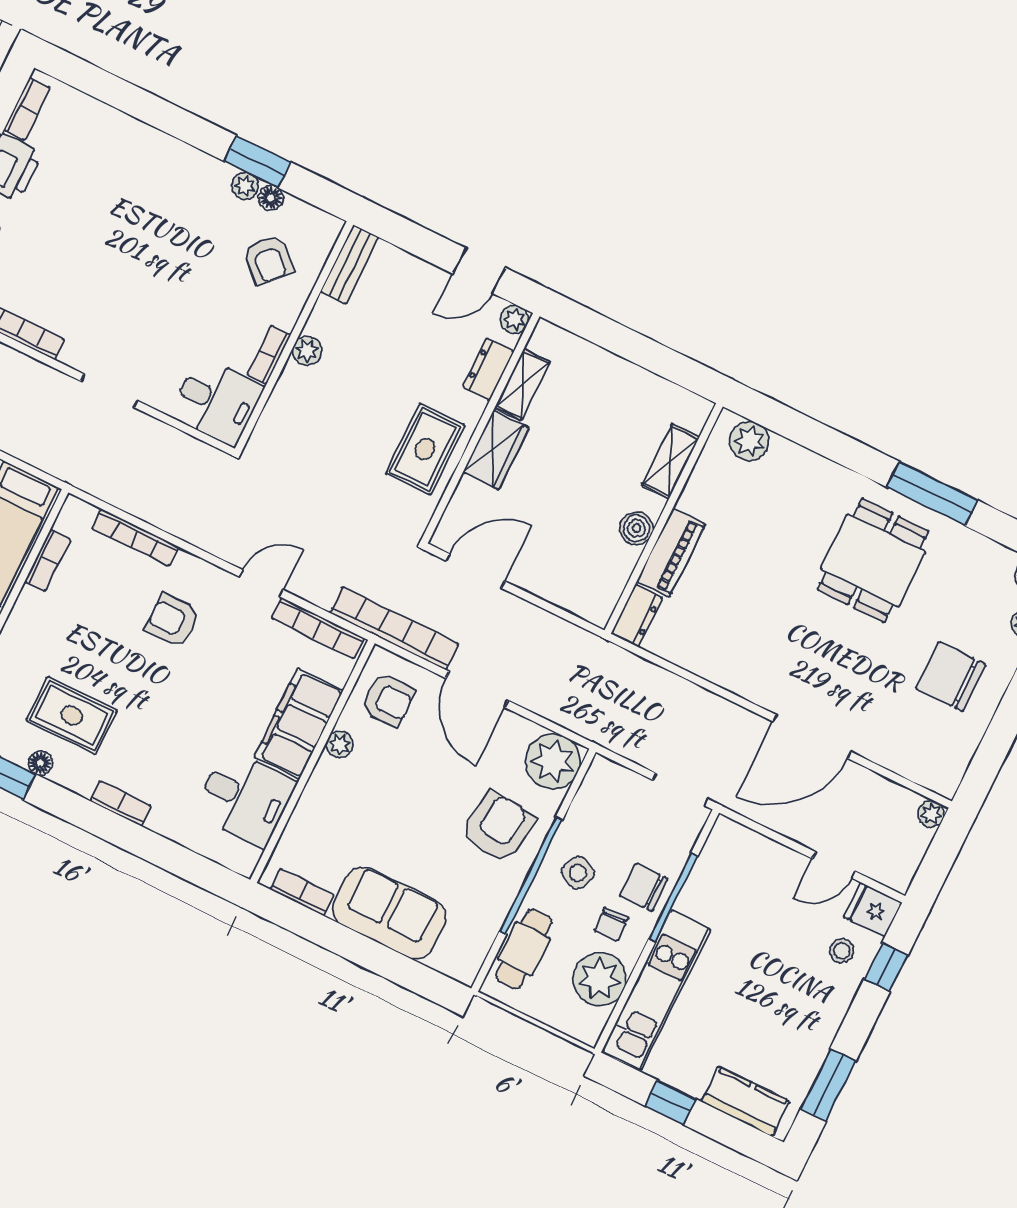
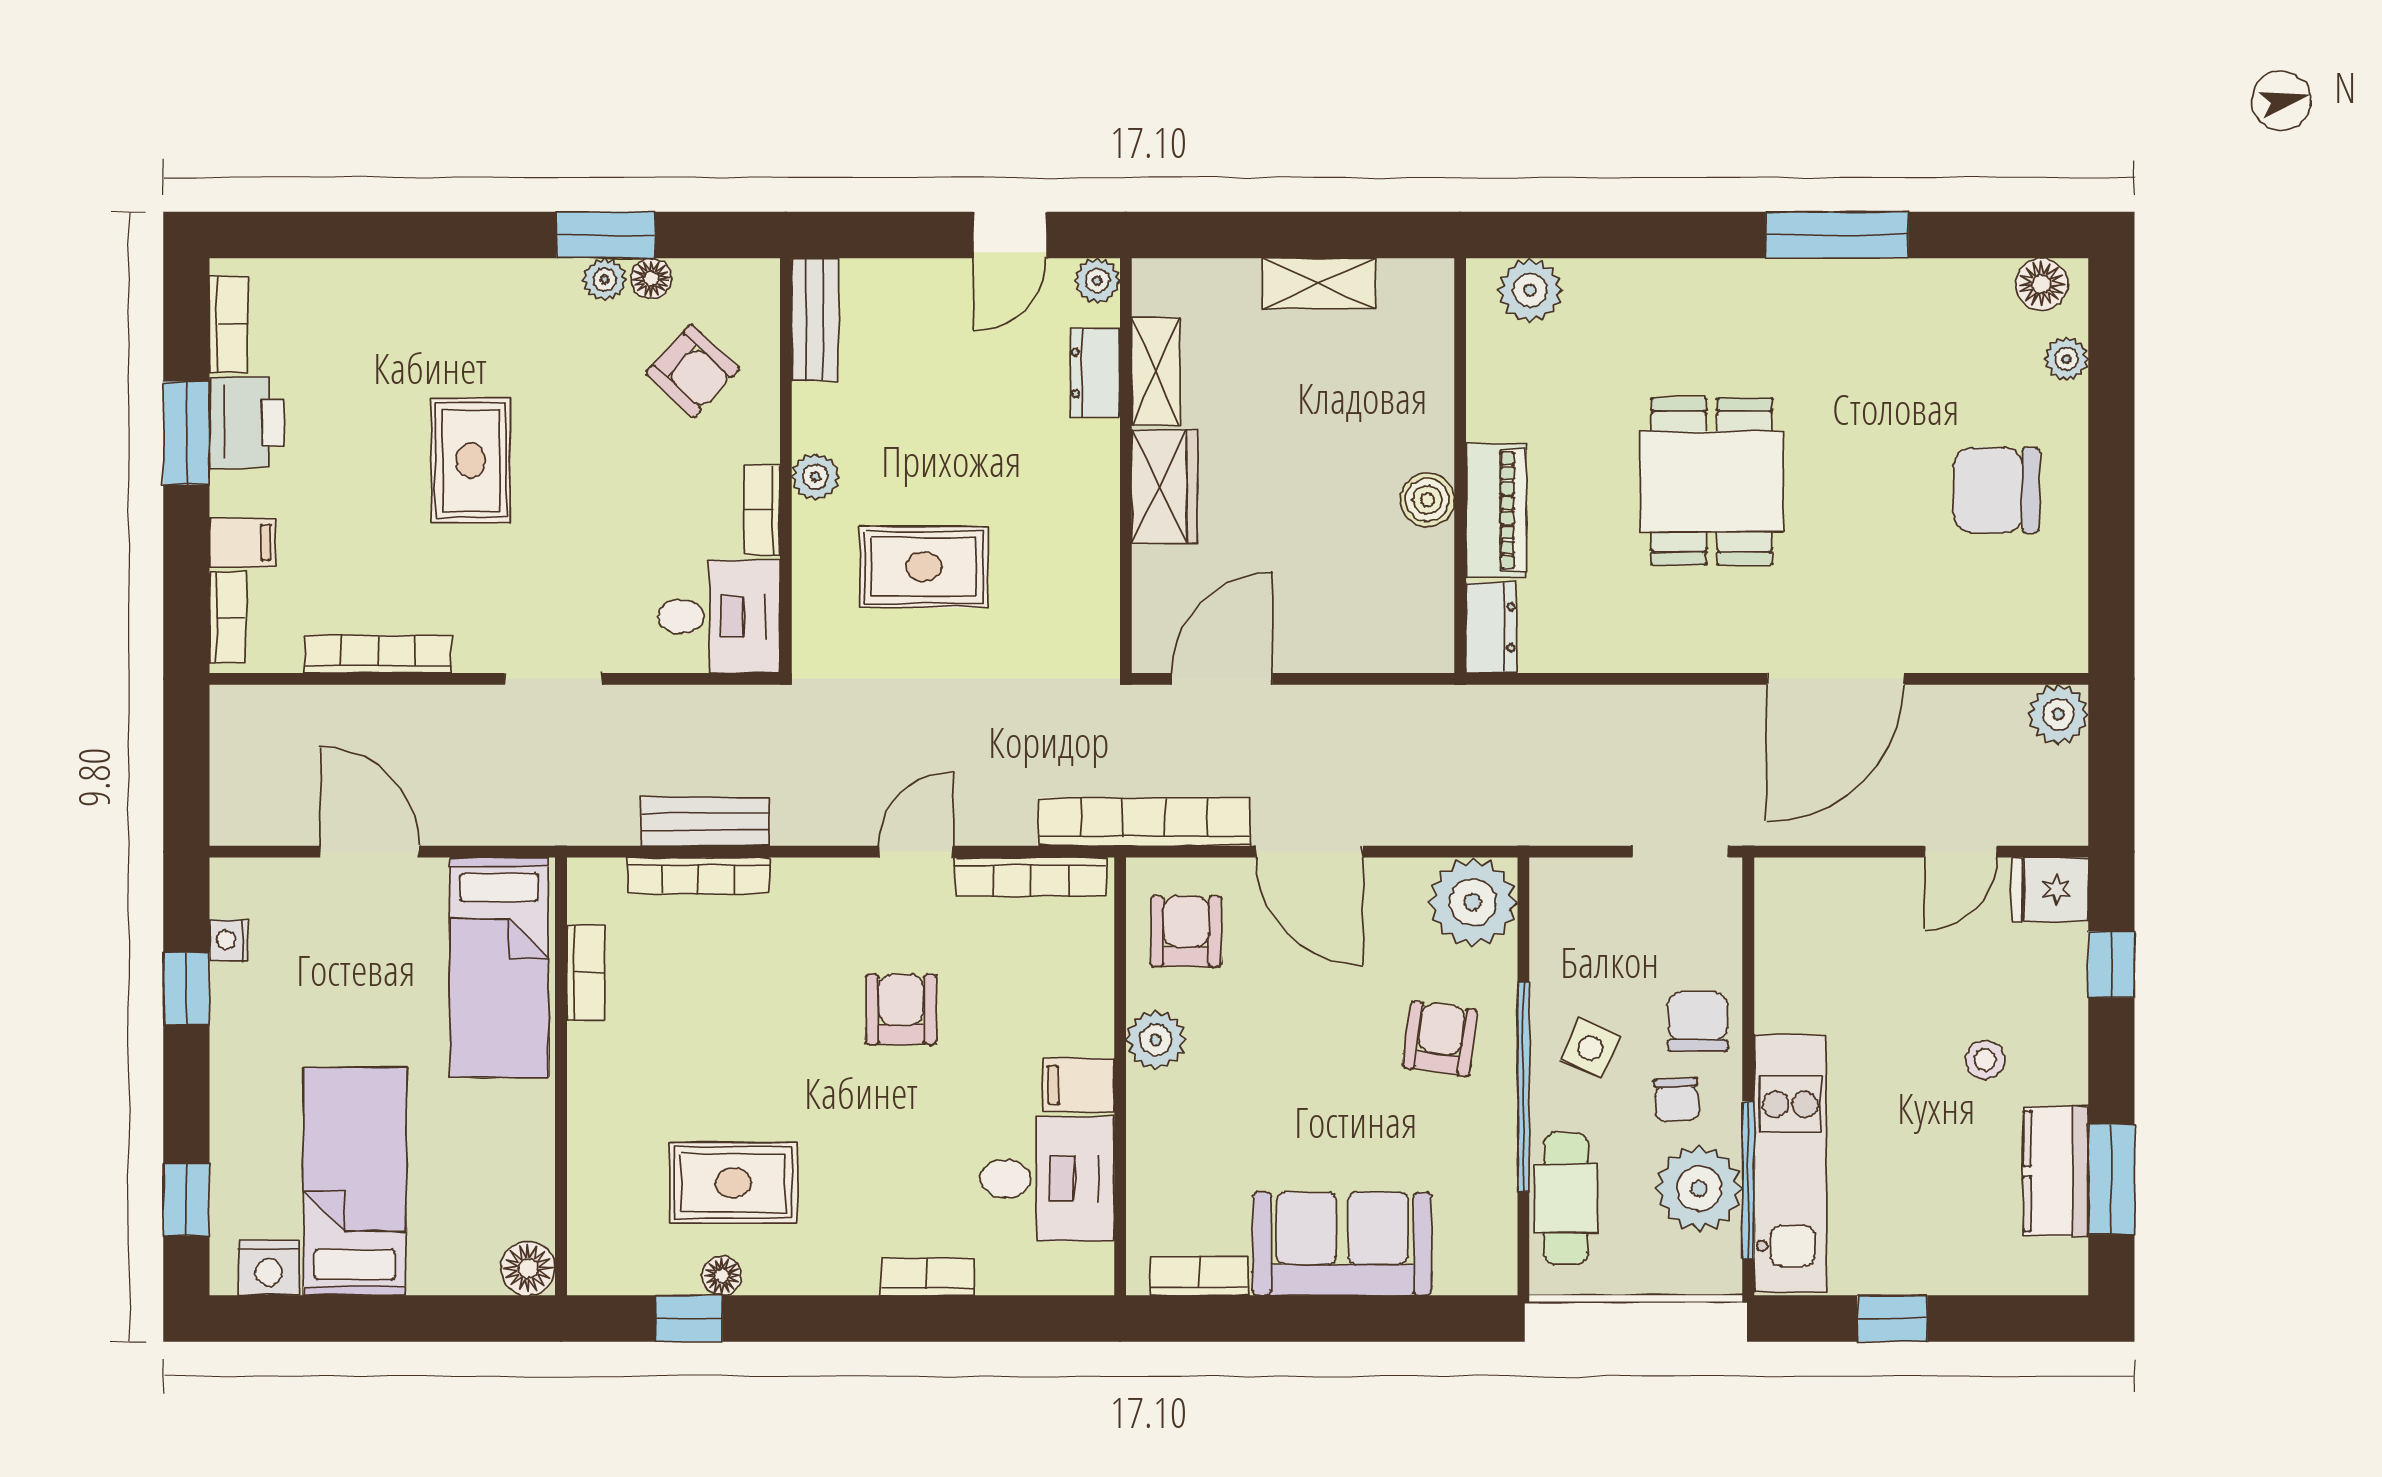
rug: (123, 249) -> (471, 460), added
rug: (425, 449) -> (924, 567), moved, turned 90
shelving: (671, 461) -> (1319, 283), moved, turned 90
bench: (154, 510) -> (705, 822), added
dining table: (873, 560) -> (1712, 481), moved
armchair: (172, 621) -> (901, 1009), moved, turned 90
armchair: (388, 700) -> (1186, 931), turned -90
filing cabinet: (299, 724) -> (1078, 1085), width x0.33, depth x0.86
plant: (340, 744) -> (1156, 1040), width x1.38, depth x1.38
bookcase: (121, 803) -> (927, 1277), moved
plant: (931, 814) -> (2058, 714), width x1.38, depth x1.38
armchair: (498, 827) -> (1440, 1039), width x0.72, depth x0.72
chair: (644, 887) -> (1698, 1022), turned 90
window: (673, 897) -> (1748, 1180), moved
stool: (842, 951) -> (1985, 1060), moved
kitchen counter: (745, 1101) -> (2056, 1171), moved, turned -90

